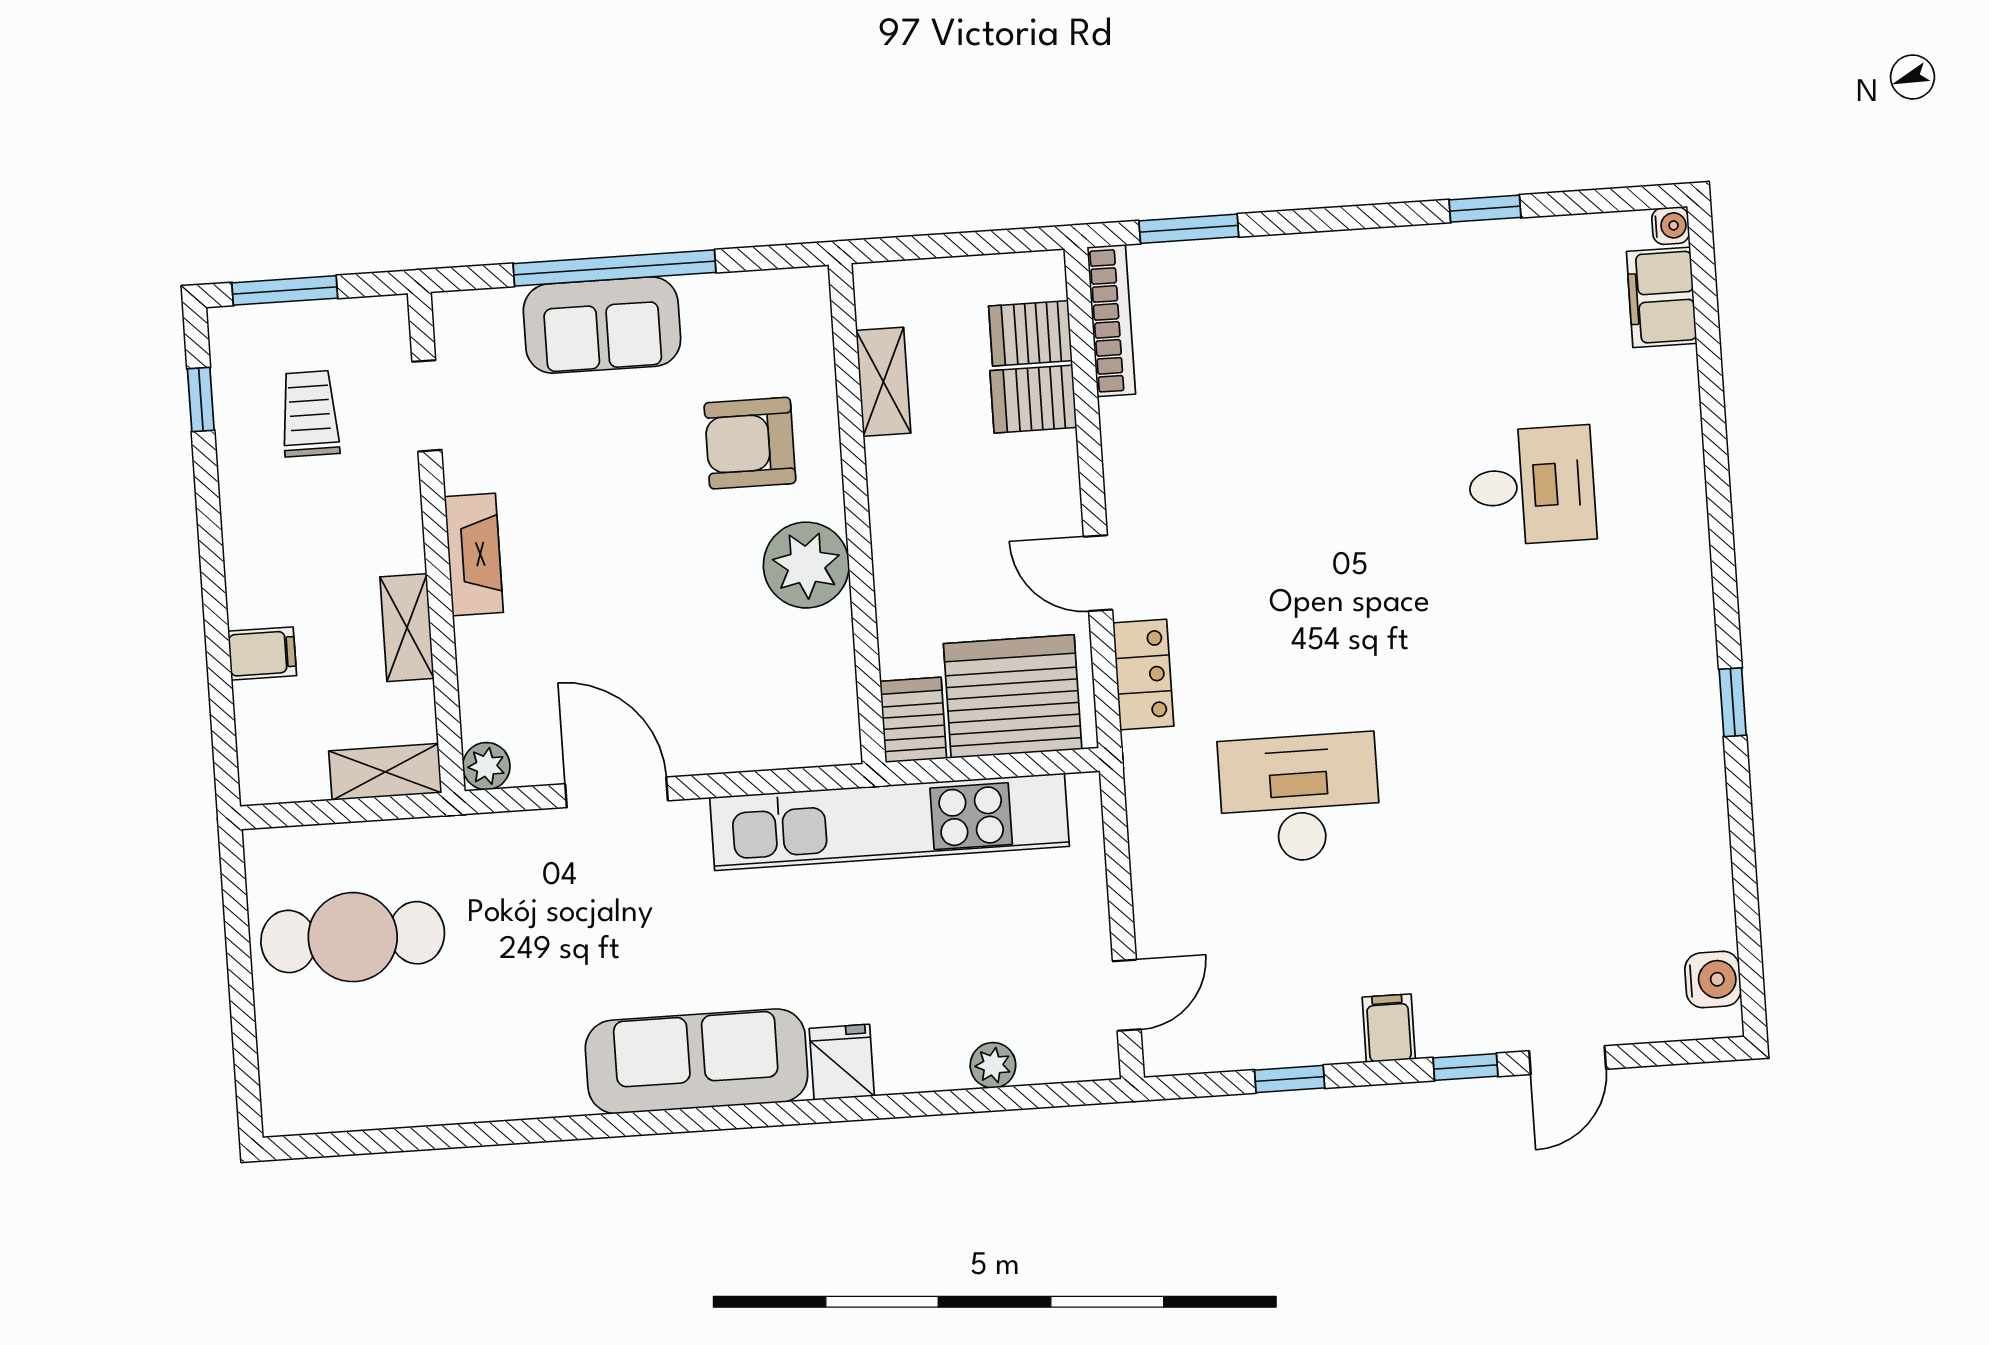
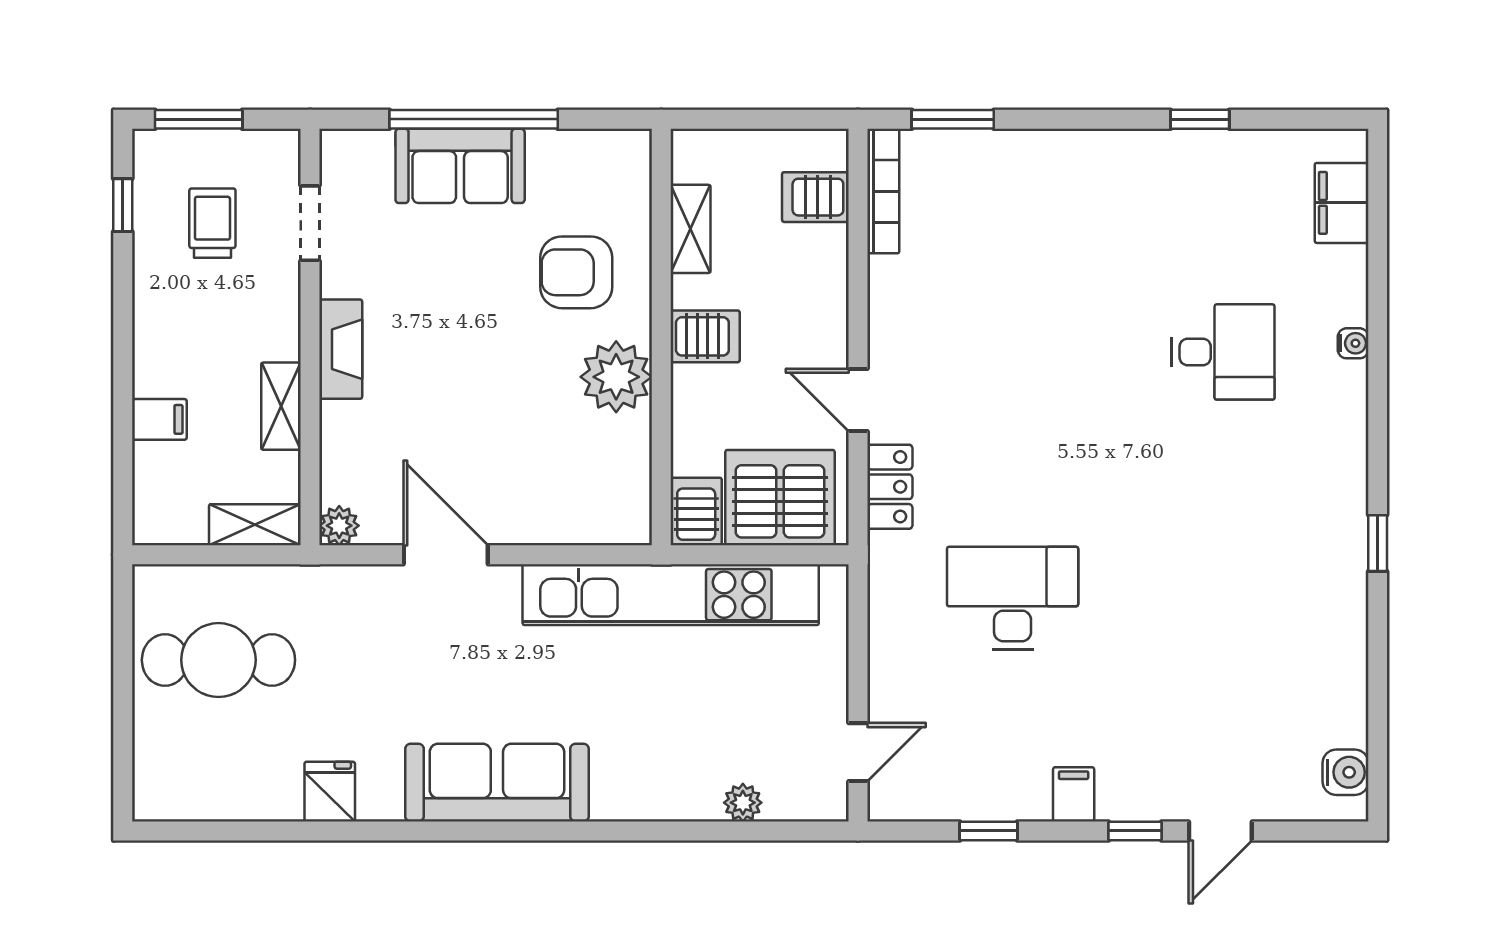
water cooler: (1671, 226) -> (1353, 343), moved
server rack: (1033, 399) -> (705, 336), moved, turned 180
fridge: (842, 1062) -> (330, 792), moved

